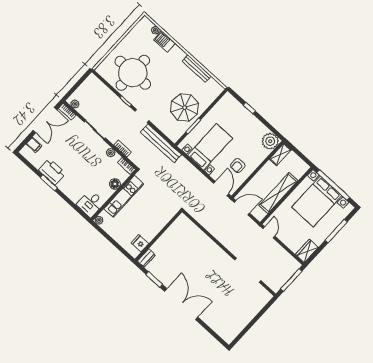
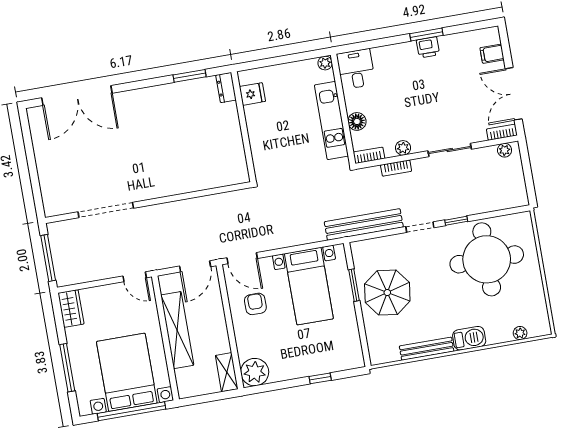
barbecue: (164, 41) -> (469, 338), moved
printer: (52, 172) -> (428, 47), width x0.53, depth x0.68
double door: (181, 304) -> (77, 96), moved

